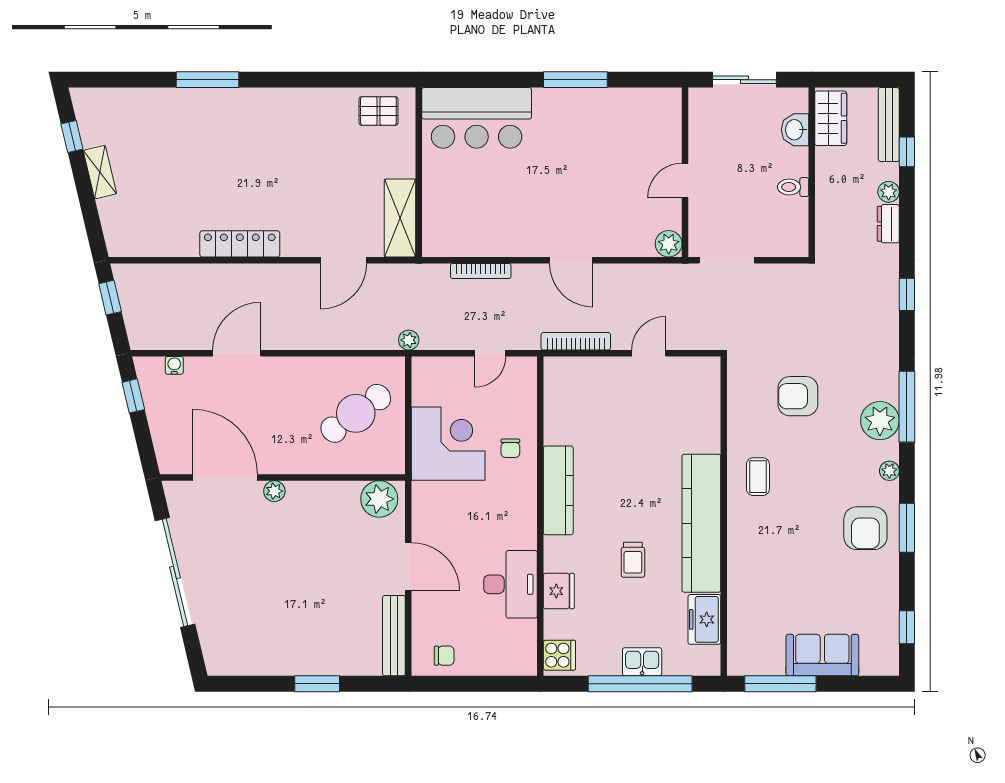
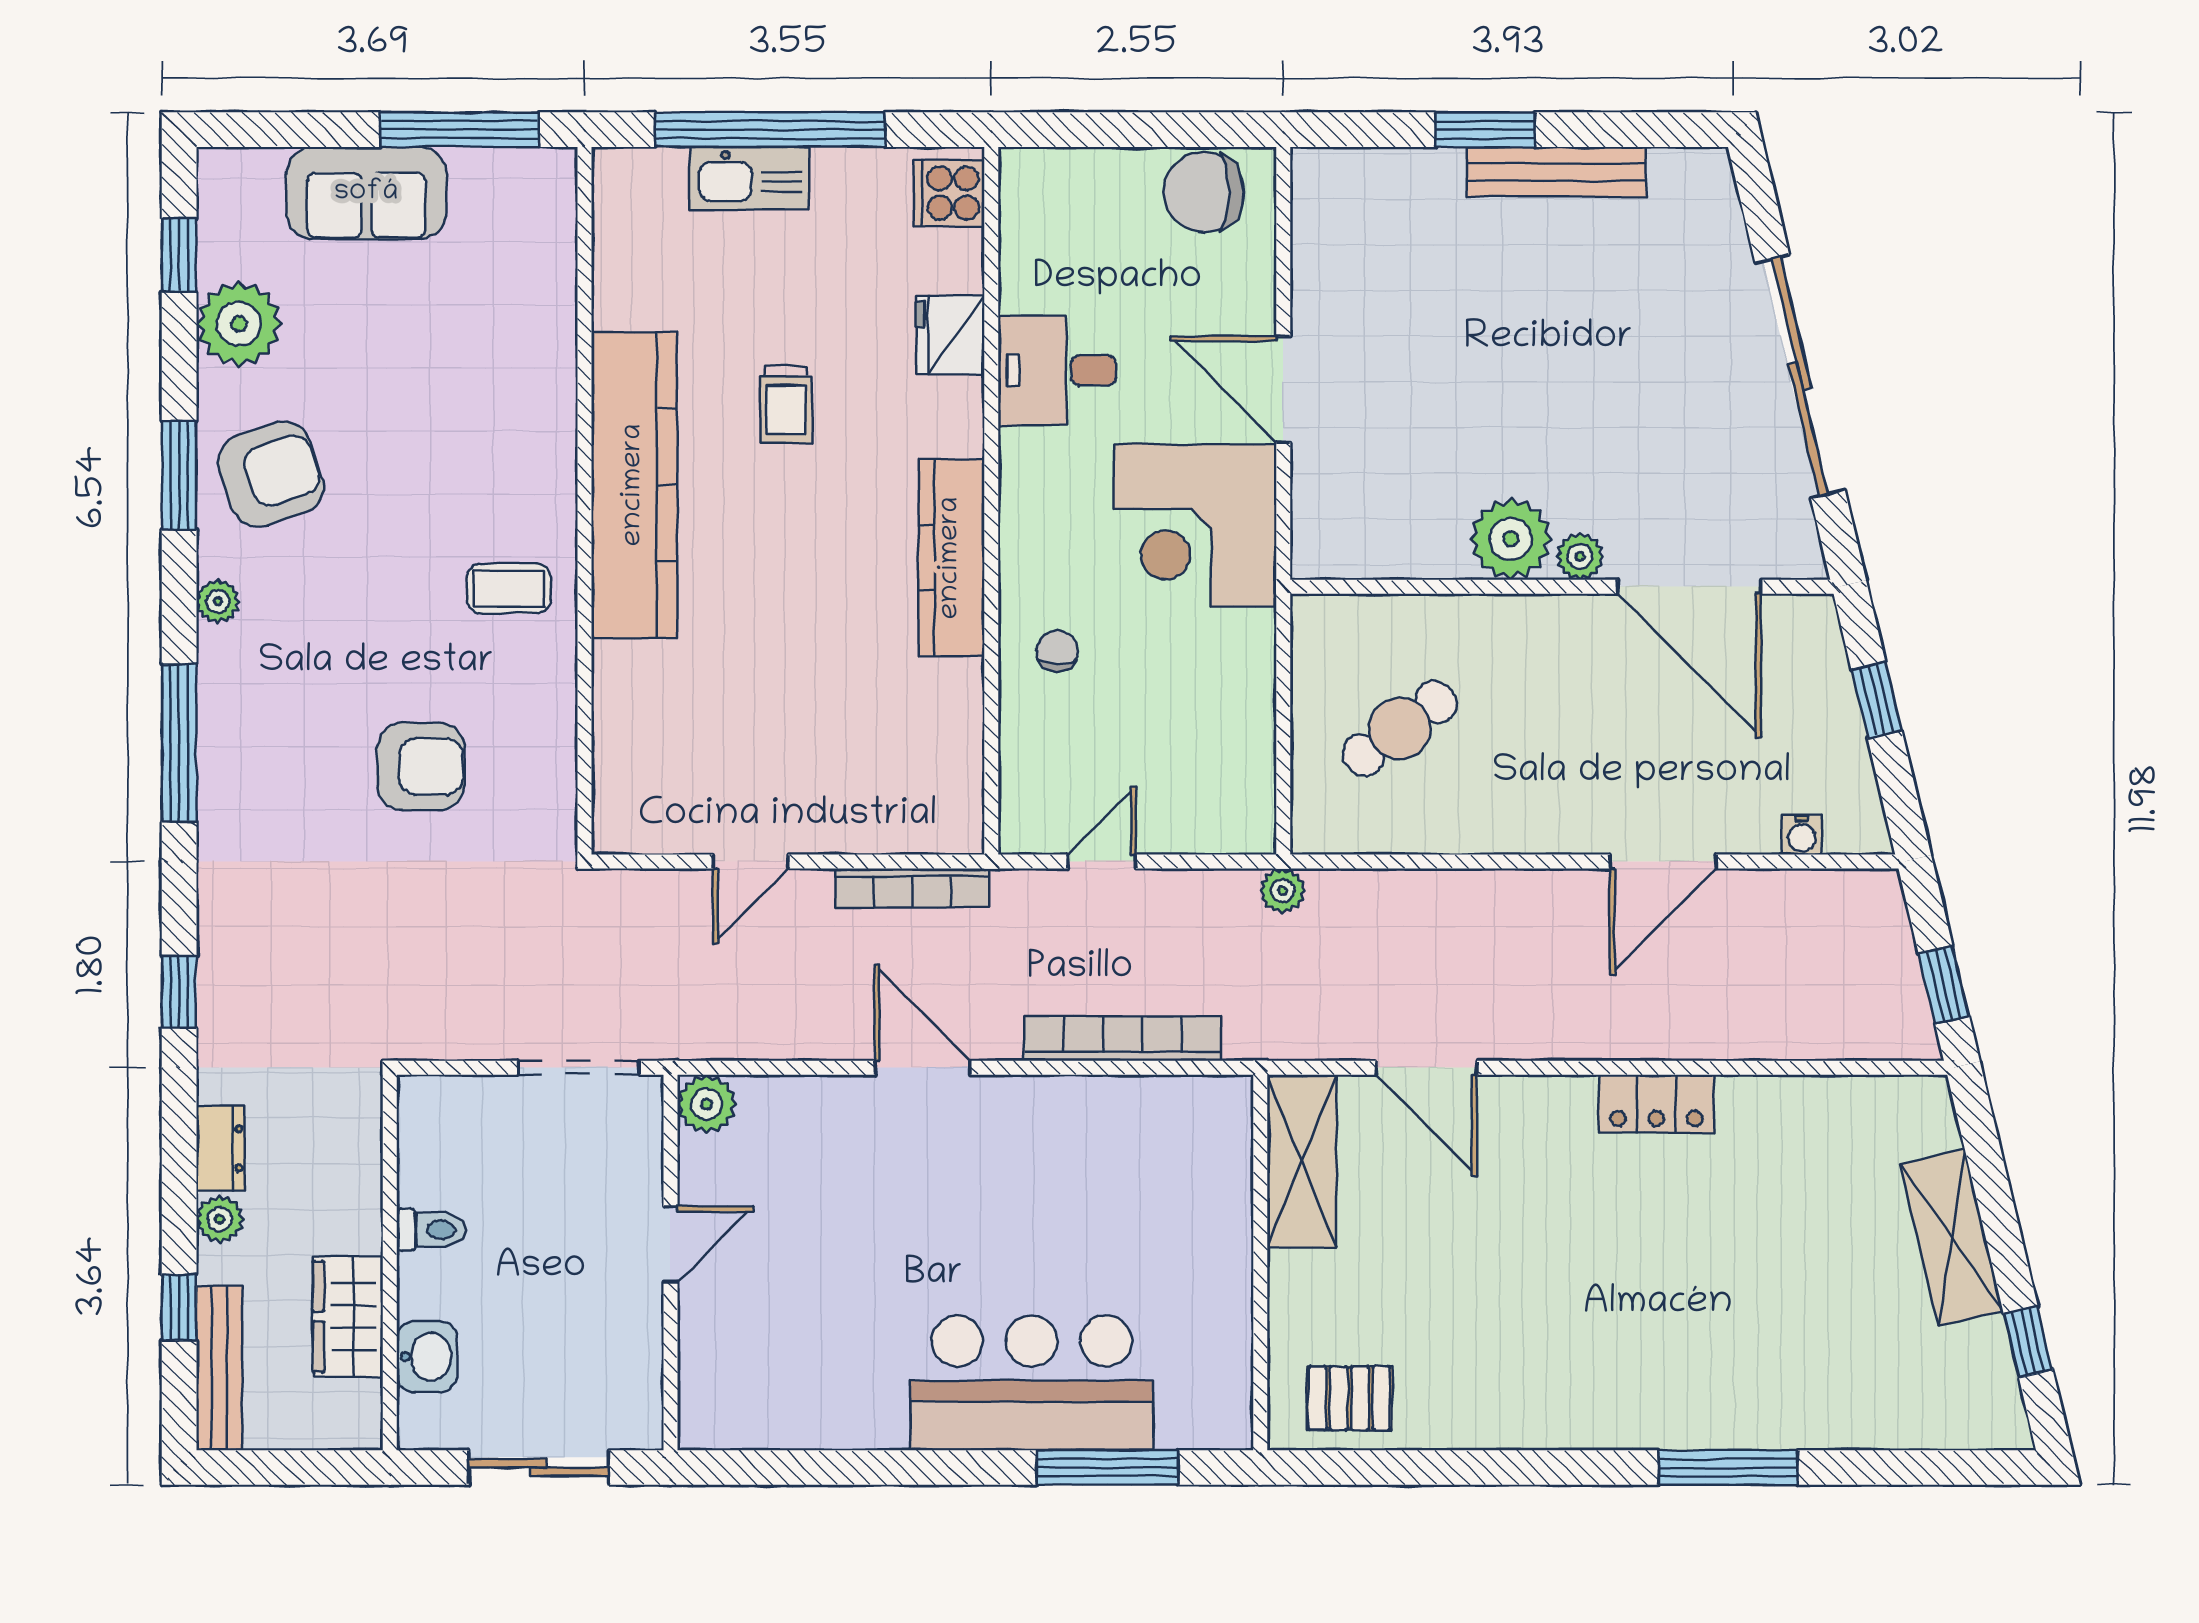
window: (575, 80) -> (1108, 1467), moved
bar counter: (477, 118) -> (1032, 1383), moved
wardrobe: (831, 118) -> (348, 1317), moved
shelving: (100, 172) -> (1952, 1238), width x1.50, depth x1.33
locker: (240, 244) -> (1656, 1104), width x0.66
door: (344, 260) -> (1427, 1068), swing flipped
bookcase: (481, 271) -> (1123, 1038), width x1.48, depth x1.31
window: (133, 396) -> (1876, 700), moved
cafe table: (356, 413) -> (1400, 728), width x0.73, depth x0.74
plant: (880, 421) -> (239, 324), moved
corner desk: (448, 444) -> (1195, 526), moved
coffee table: (758, 477) -> (509, 588), turned 90
plant: (379, 499) -> (1511, 539), moved
armchair: (865, 528) -> (271, 474), turned 71
trolley: (633, 560) -> (786, 404), turned 180
desk: (510, 584) -> (1057, 370), width x0.73
freezer: (704, 619) -> (627, 272), removed
bench: (394, 636) -> (1557, 172), moved, turned 90
chair: (444, 656) -> (1204, 192), width x1.87, depth x1.87
kitchen sink: (642, 662) -> (749, 178), width x1.38

